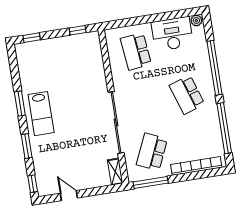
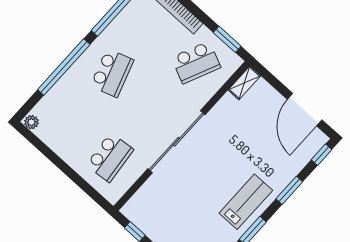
desk: (172, 34) -> (64, 135), removed
sliding door: (116, 122) -> (176, 142), moved
window: (151, 183) -> (227, 39), width x0.69
door: (69, 196) -> (305, 110), width x1.87

